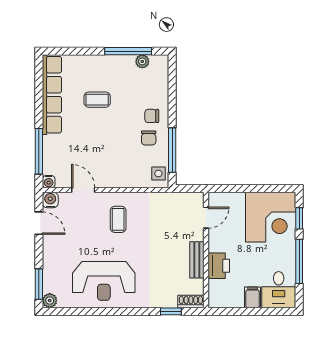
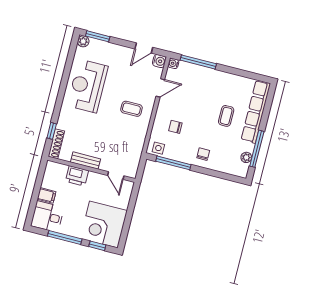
row of seats: (52, 95) -> (256, 112), moved, turned 90
chair: (149, 138) -> (175, 127), moved
shoe rack: (191, 301) -> (56, 144), width x1.43

